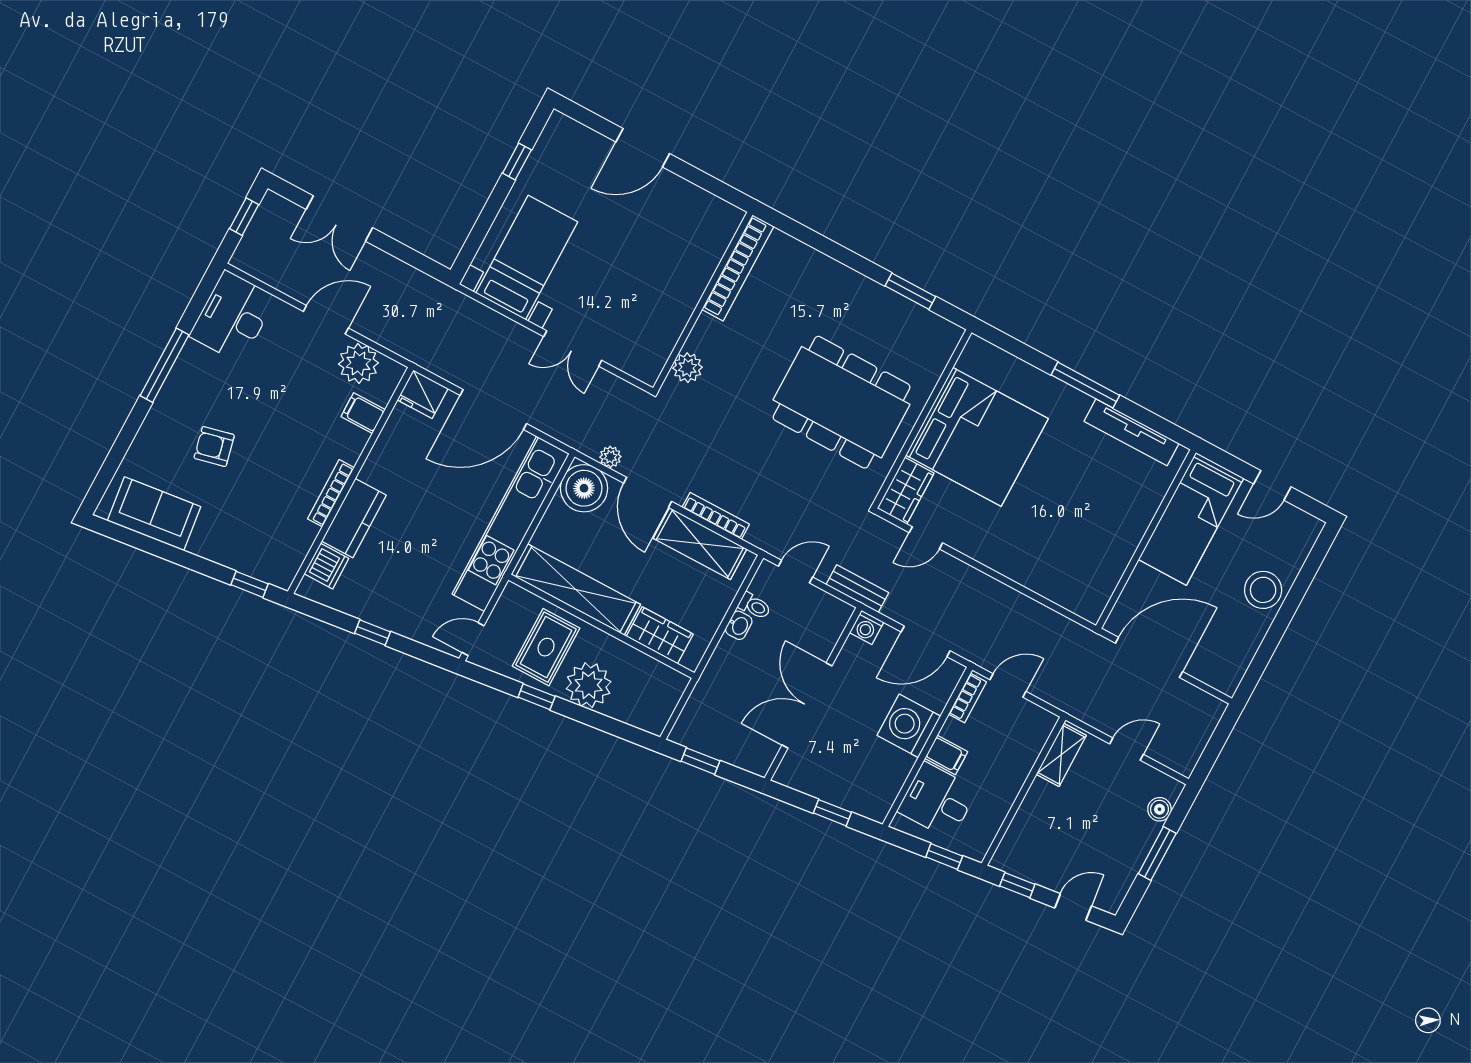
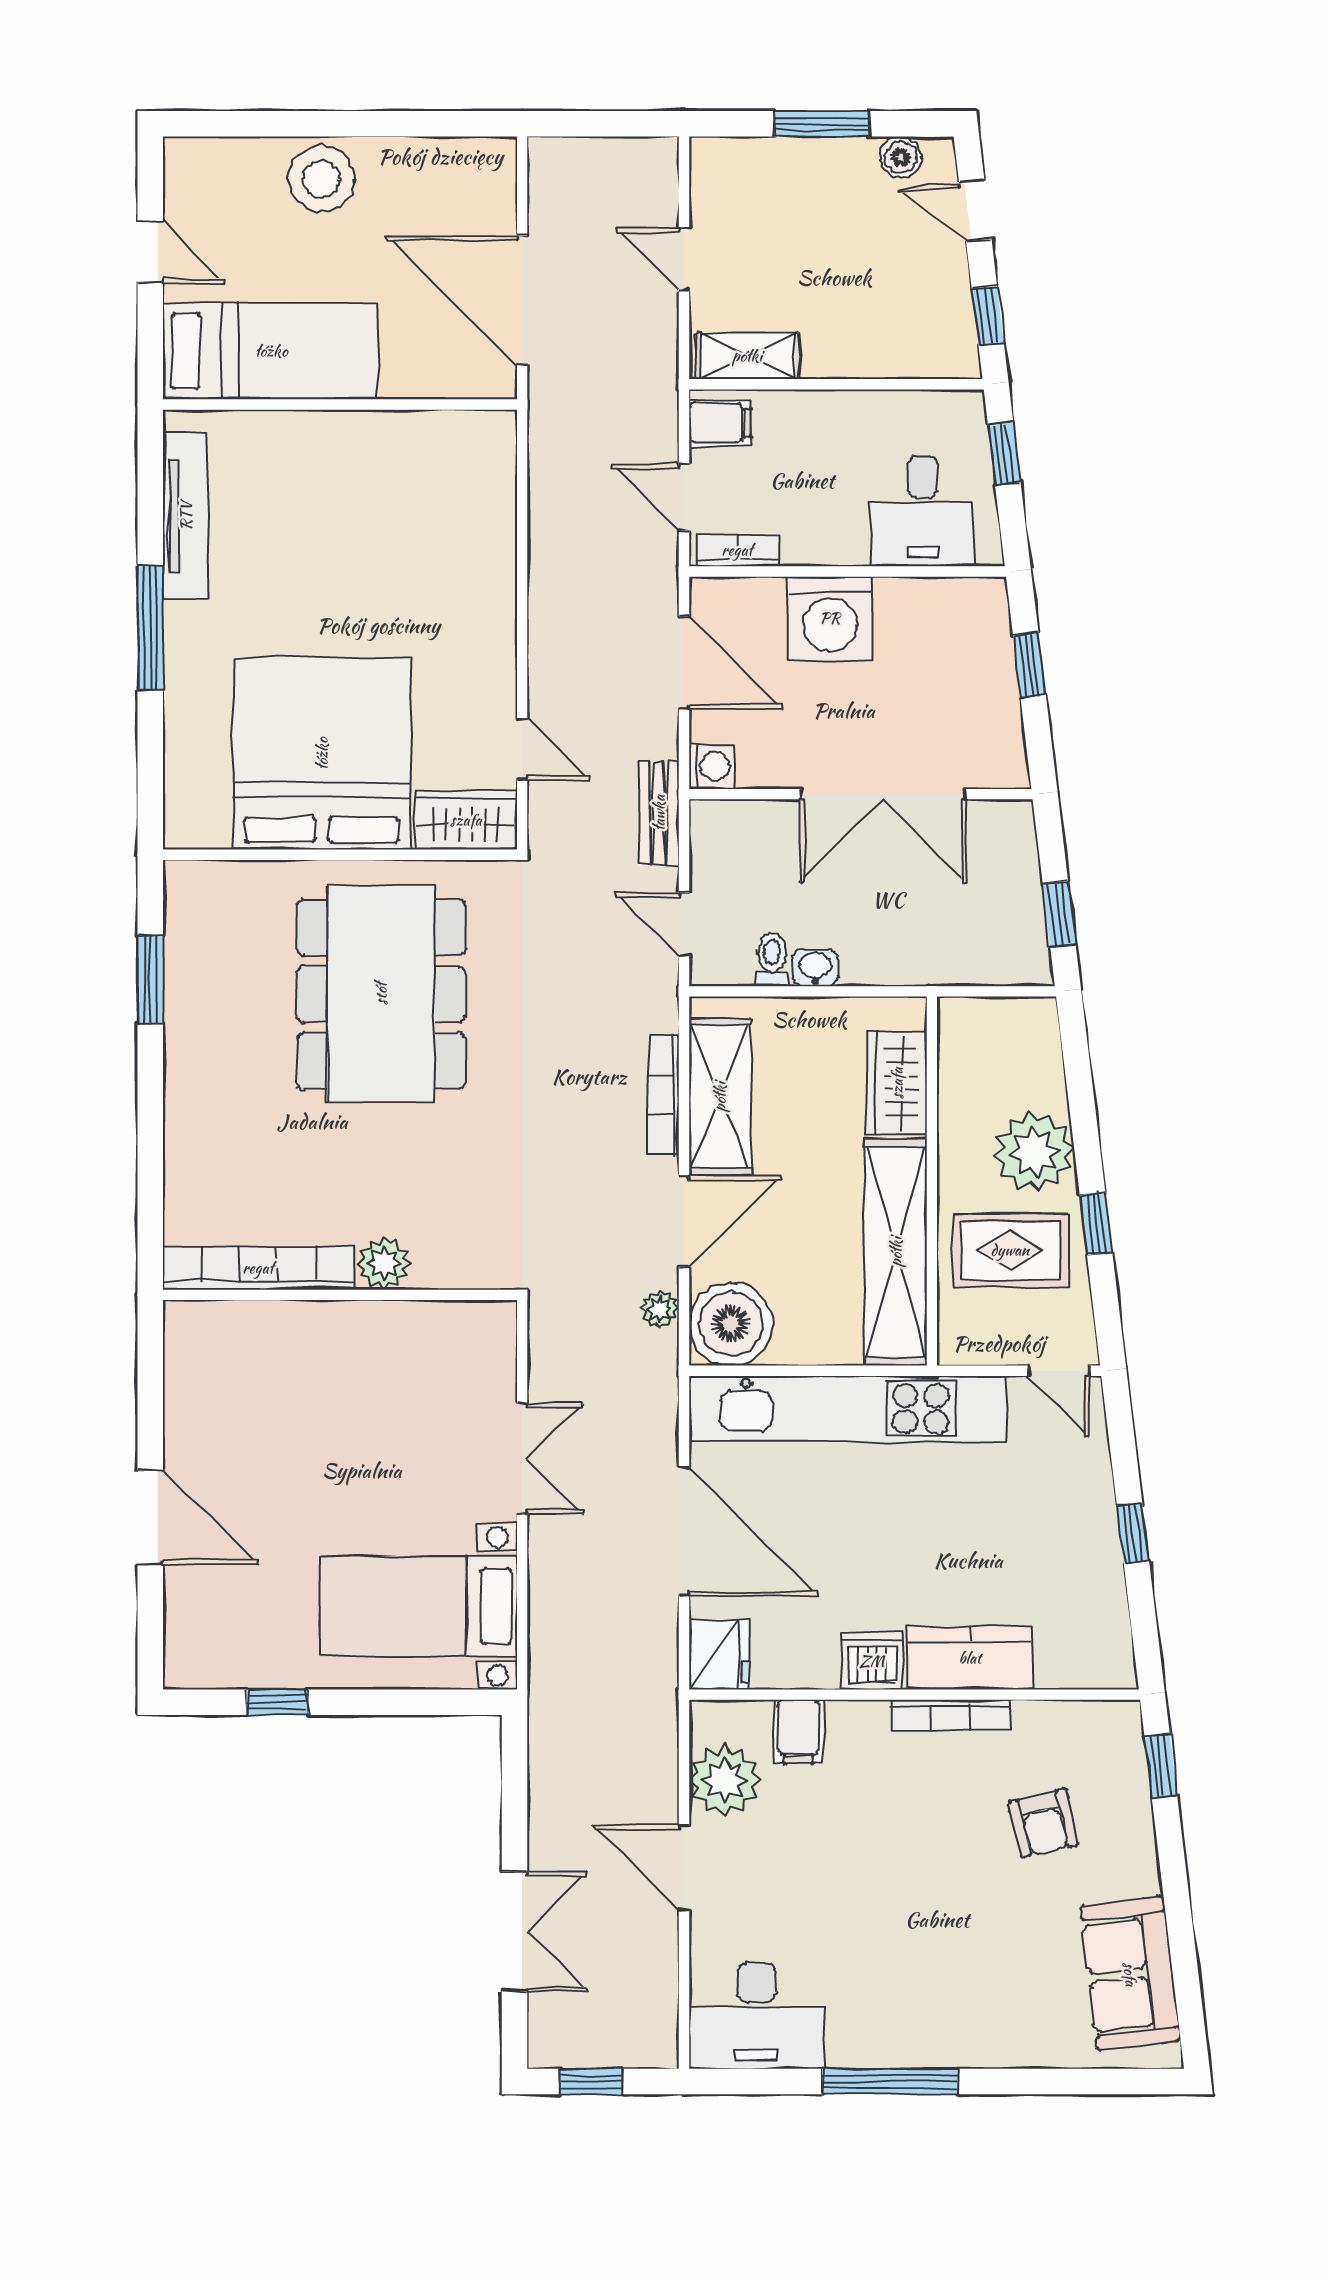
plant: (687, 368) -> (384, 1263), moved
armchair: (214, 446) -> (1043, 1823), moved
dishwasher: (326, 566) -> (872, 1661), moved
filing cabinet: (946, 755) -> (720, 423), moved, turned 90
boiler: (1160, 809) -> (901, 157), moved

